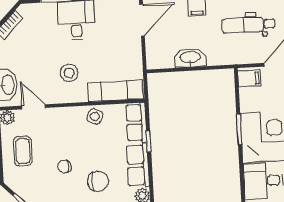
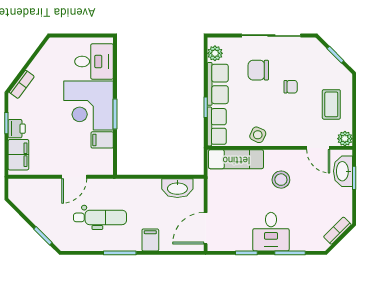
washbasin: (190, 58) -> (177, 188), moved
filing cabinet: (249, 78) -> (102, 140), moved

